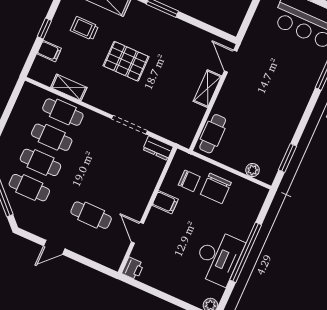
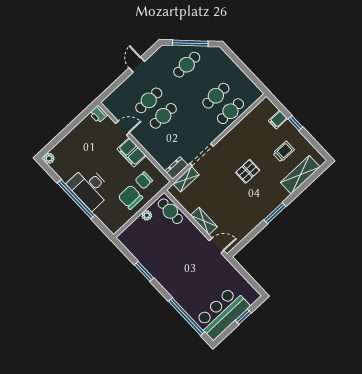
pallet: (126, 61) -> (248, 171), width x0.67, depth x0.71
shelving: (69, 87) -> (186, 179), moved
window: (288, 158) -> (144, 271), moved
cafe table: (40, 162) -> (163, 116), moved
plant: (253, 170) -> (147, 215), moved
filing cabinet: (165, 202) -> (131, 152), width x2.00
desk: (218, 257) -> (90, 188), moved

